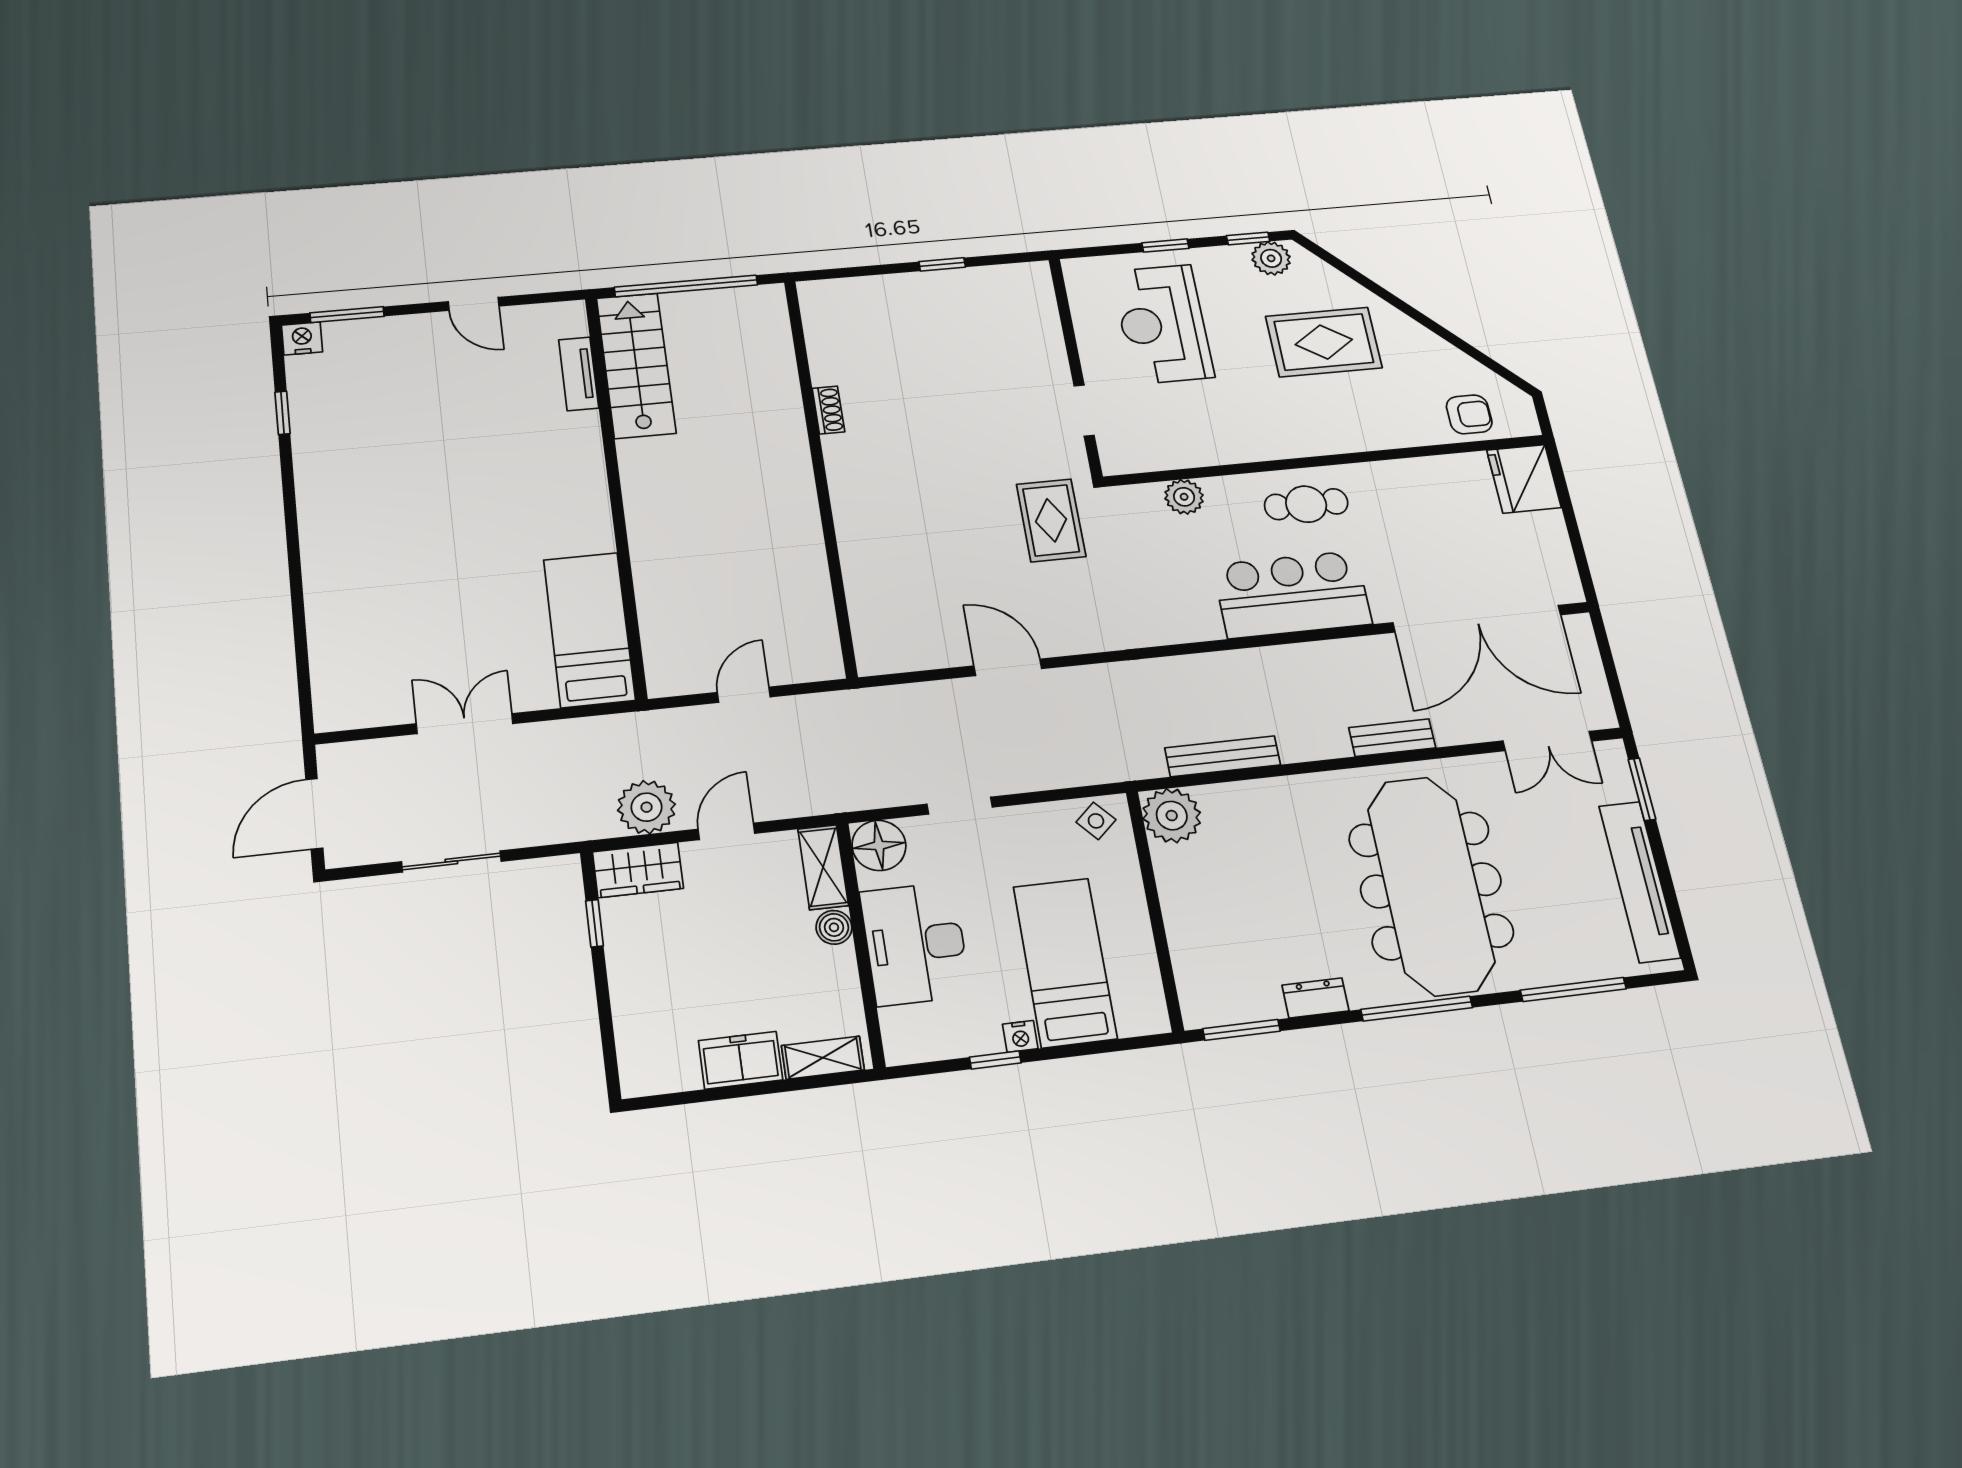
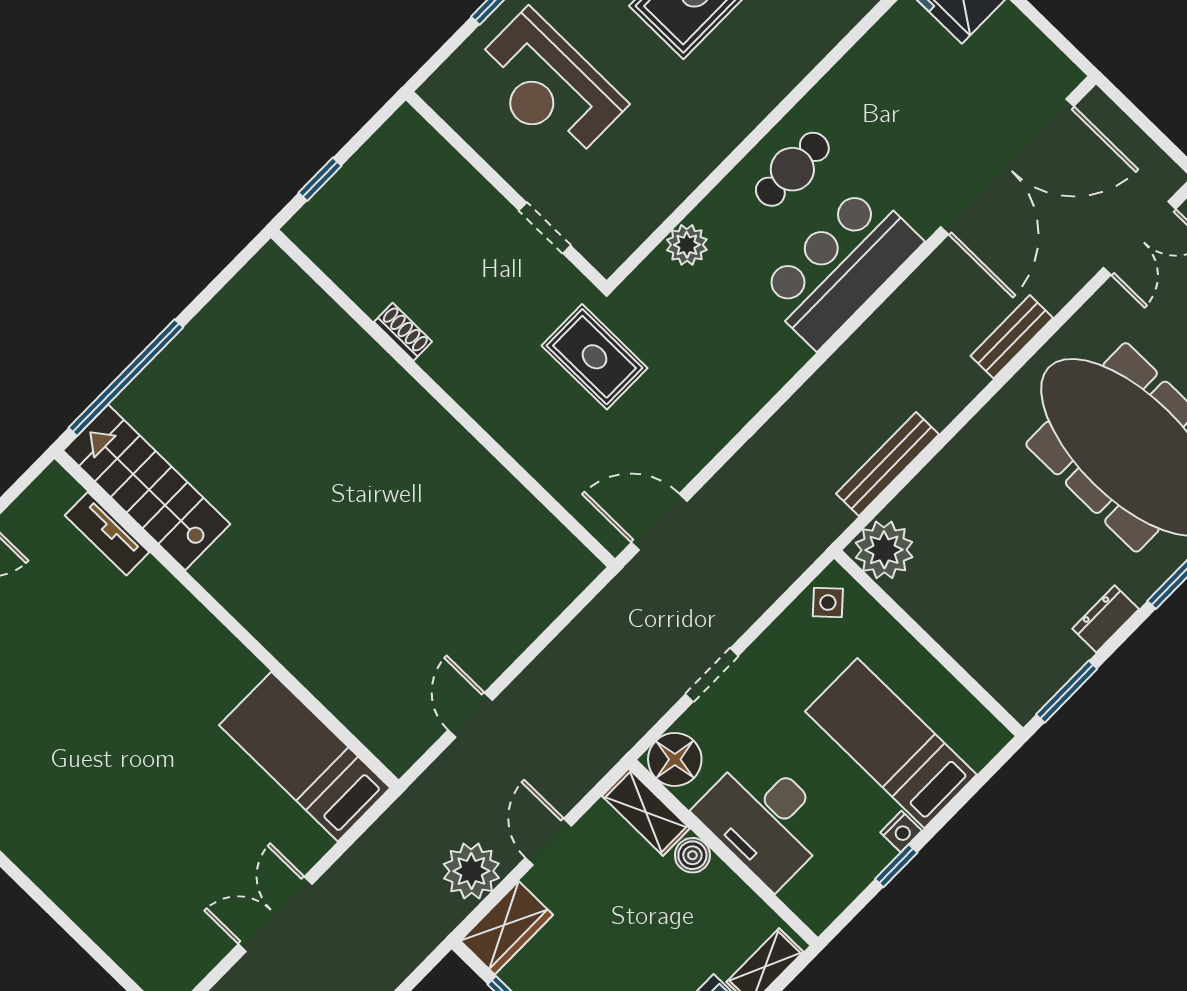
shoe rack: (828, 410) -> (403, 332), moved
wall: (820, 474) -> (443, 398), moved

